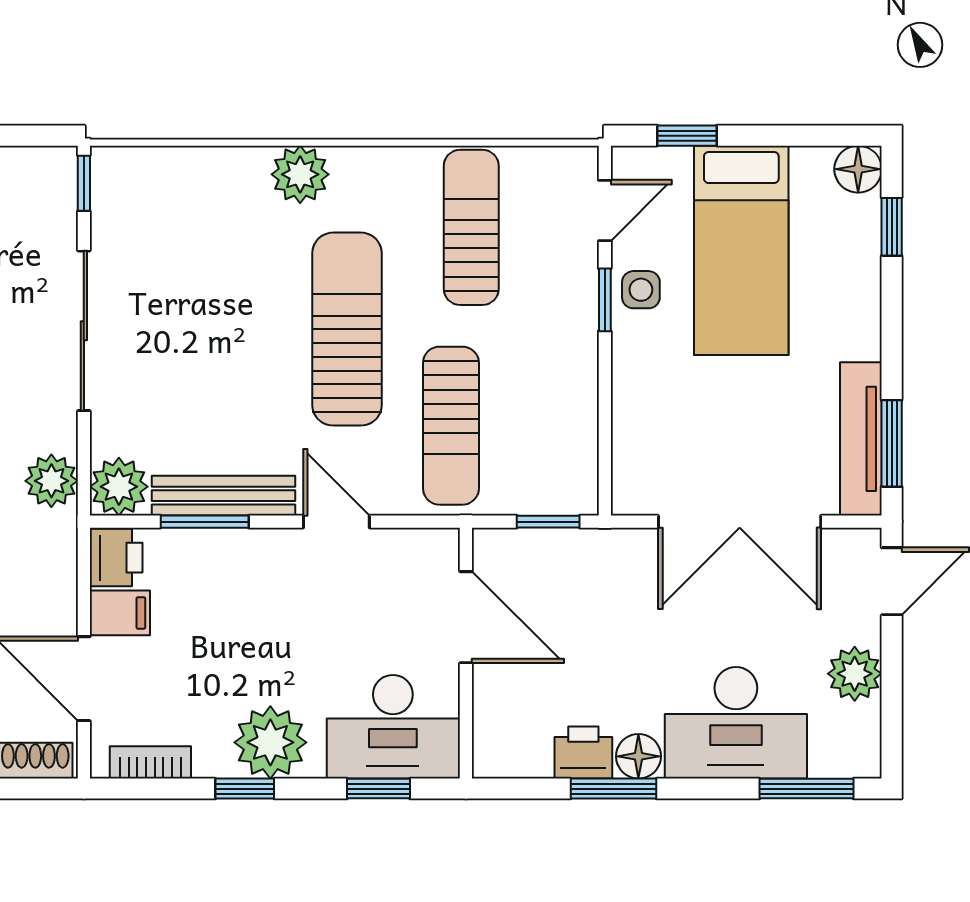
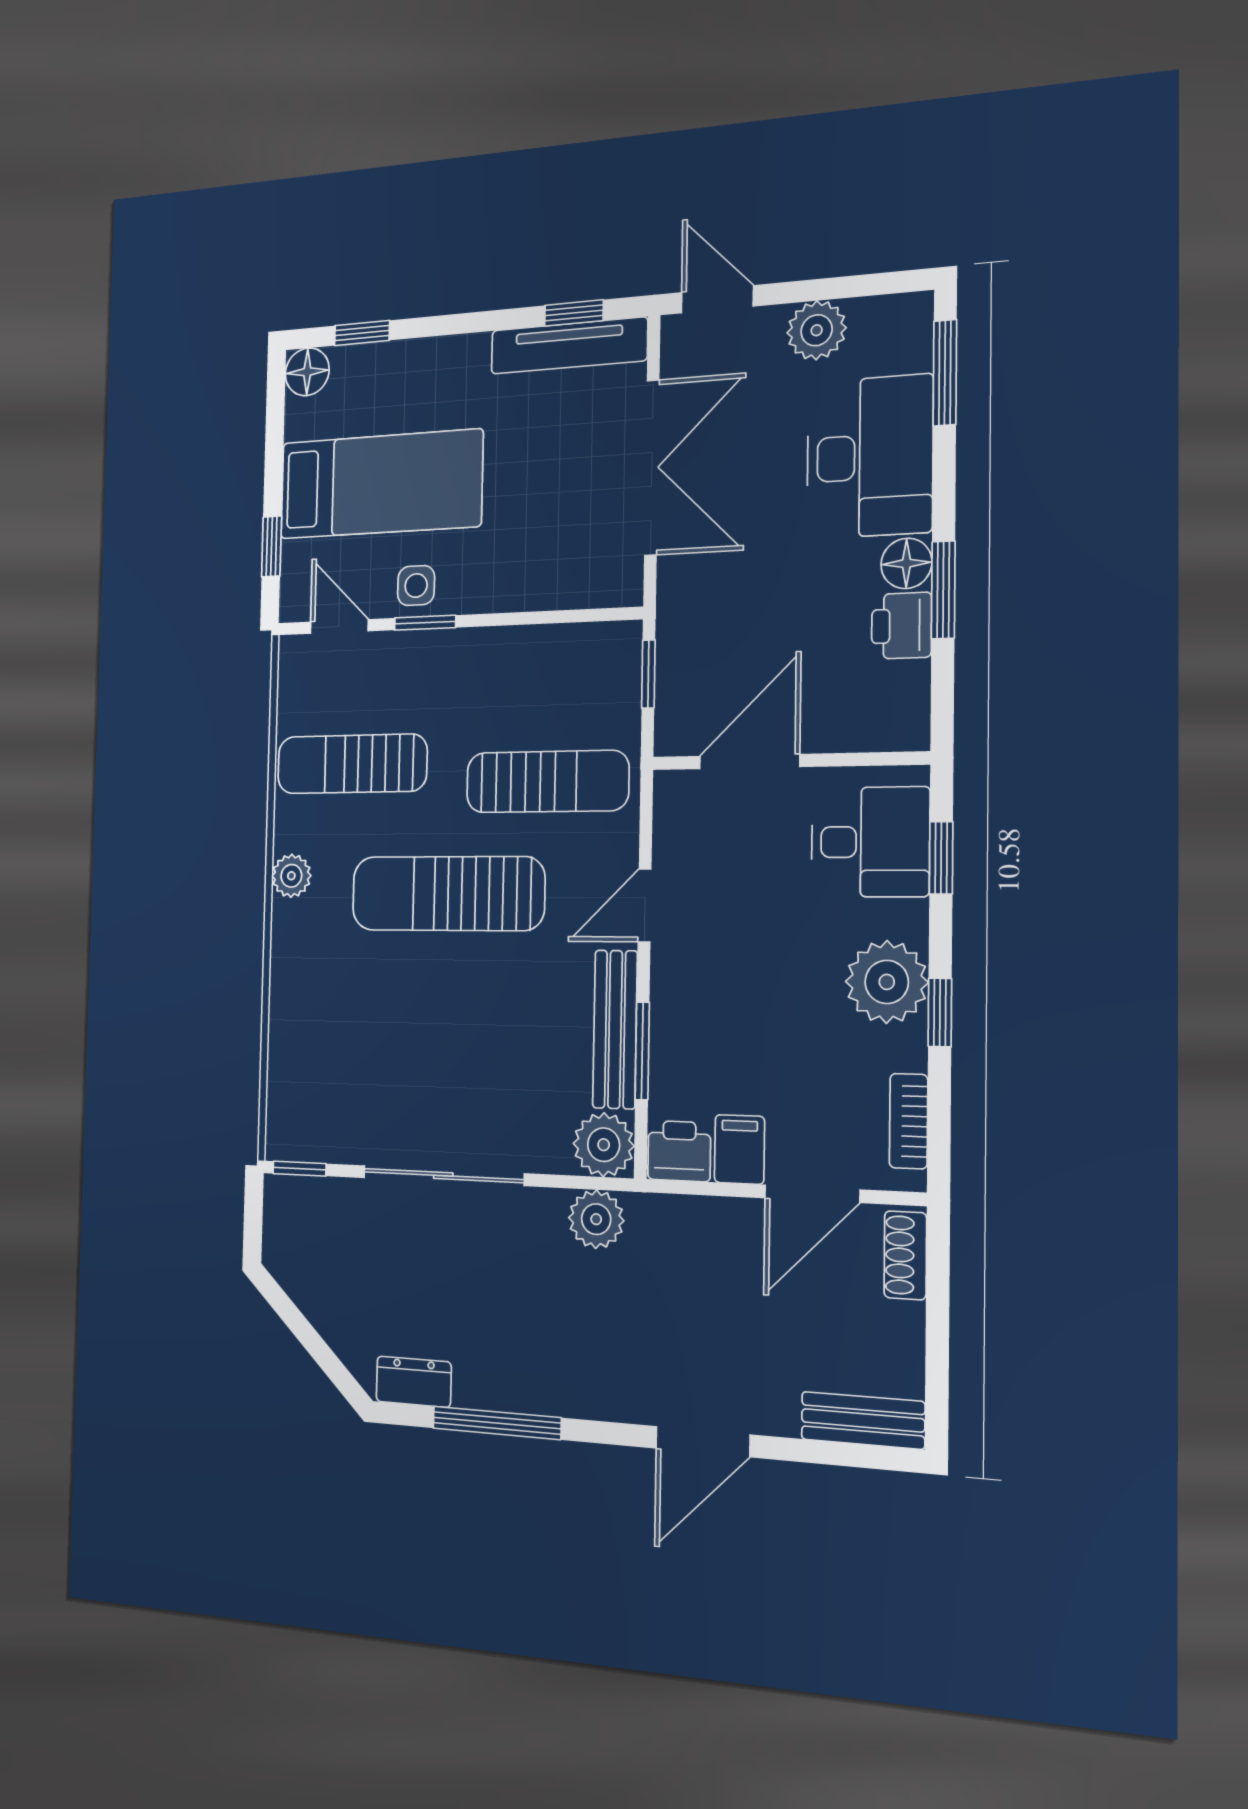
plant: (300, 174) -> (291, 876), moved, width x0.73, depth x0.73
window: (892, 443) -> (574, 313), width x0.67
desk: (393, 727) -> (870, 842), width x0.73

